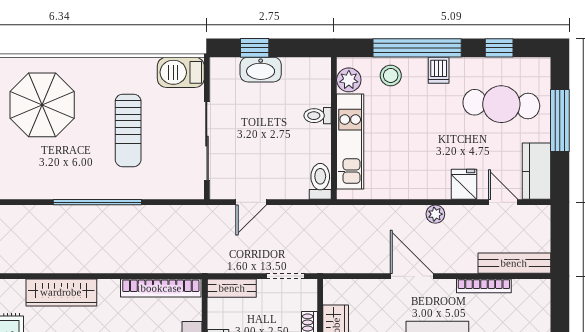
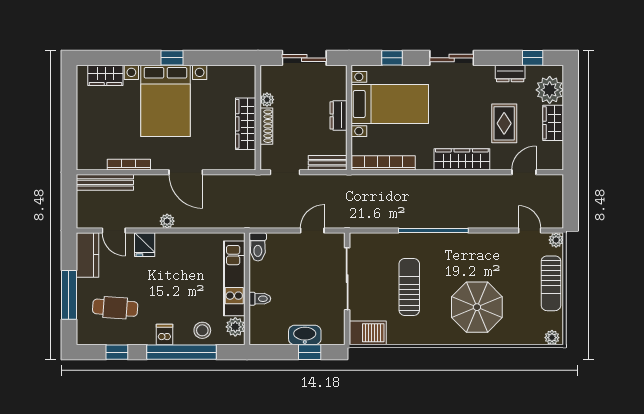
cafe table: (501, 104) -> (115, 308), width x0.73, depth x0.74

